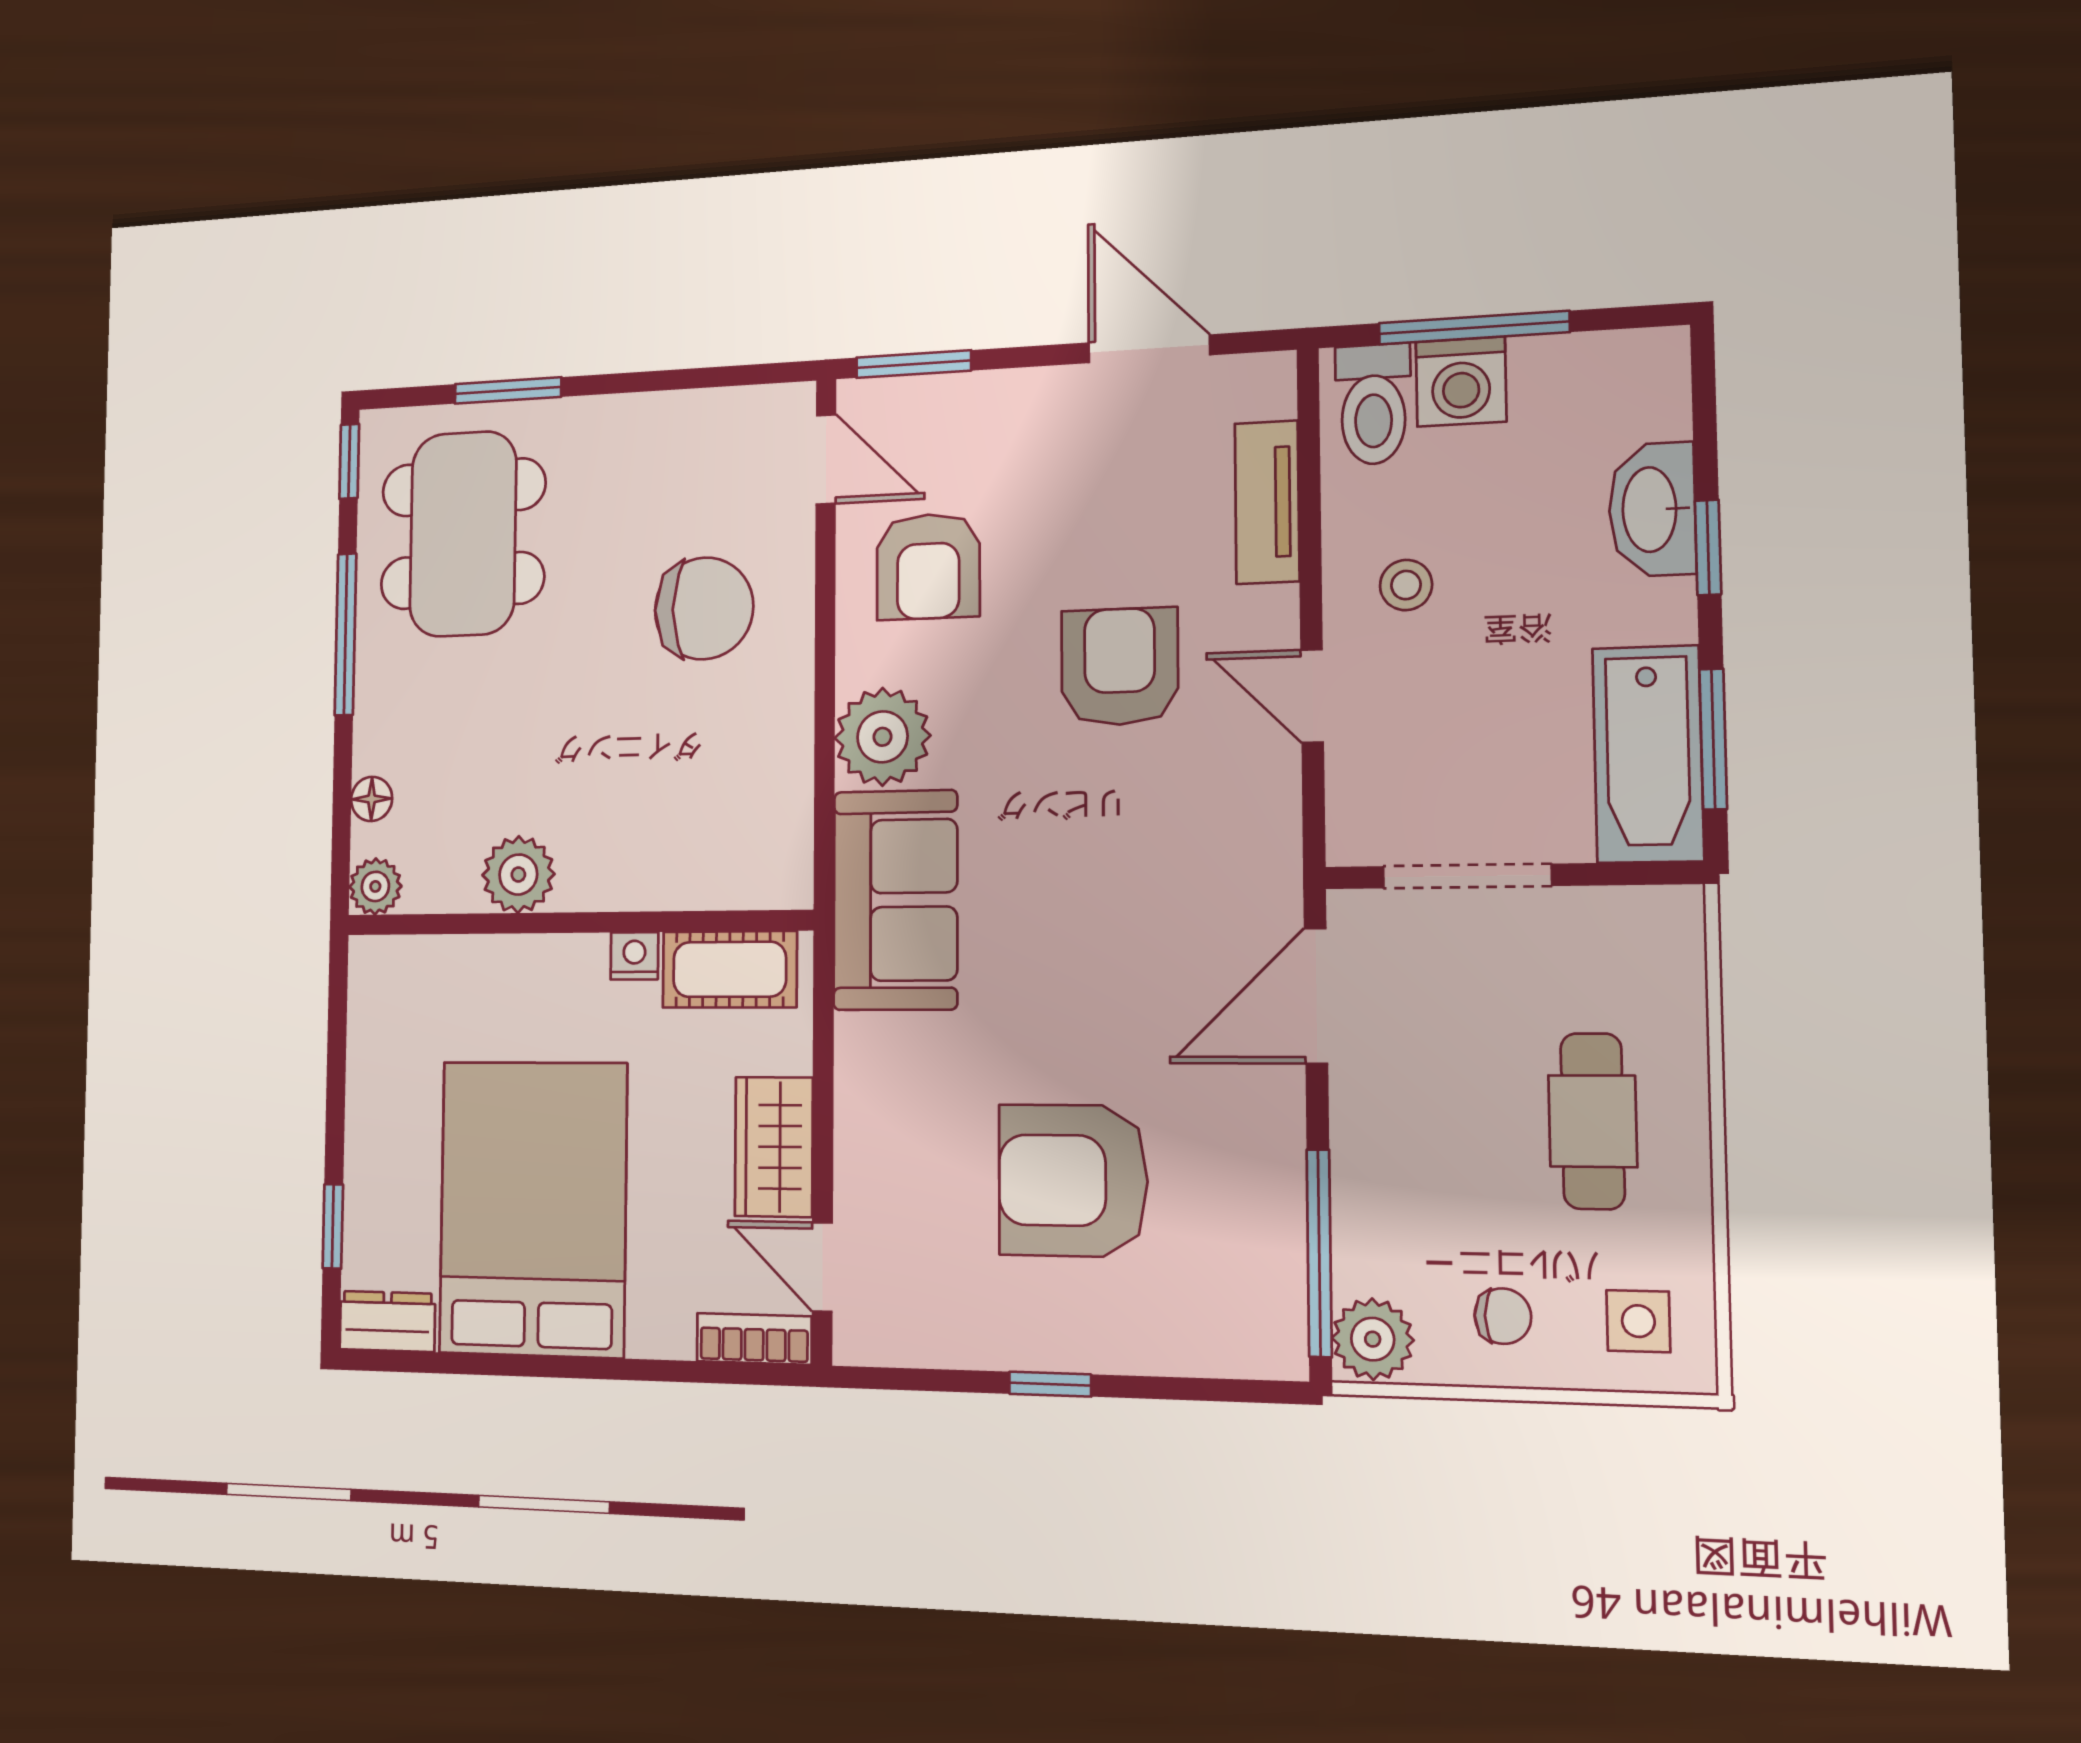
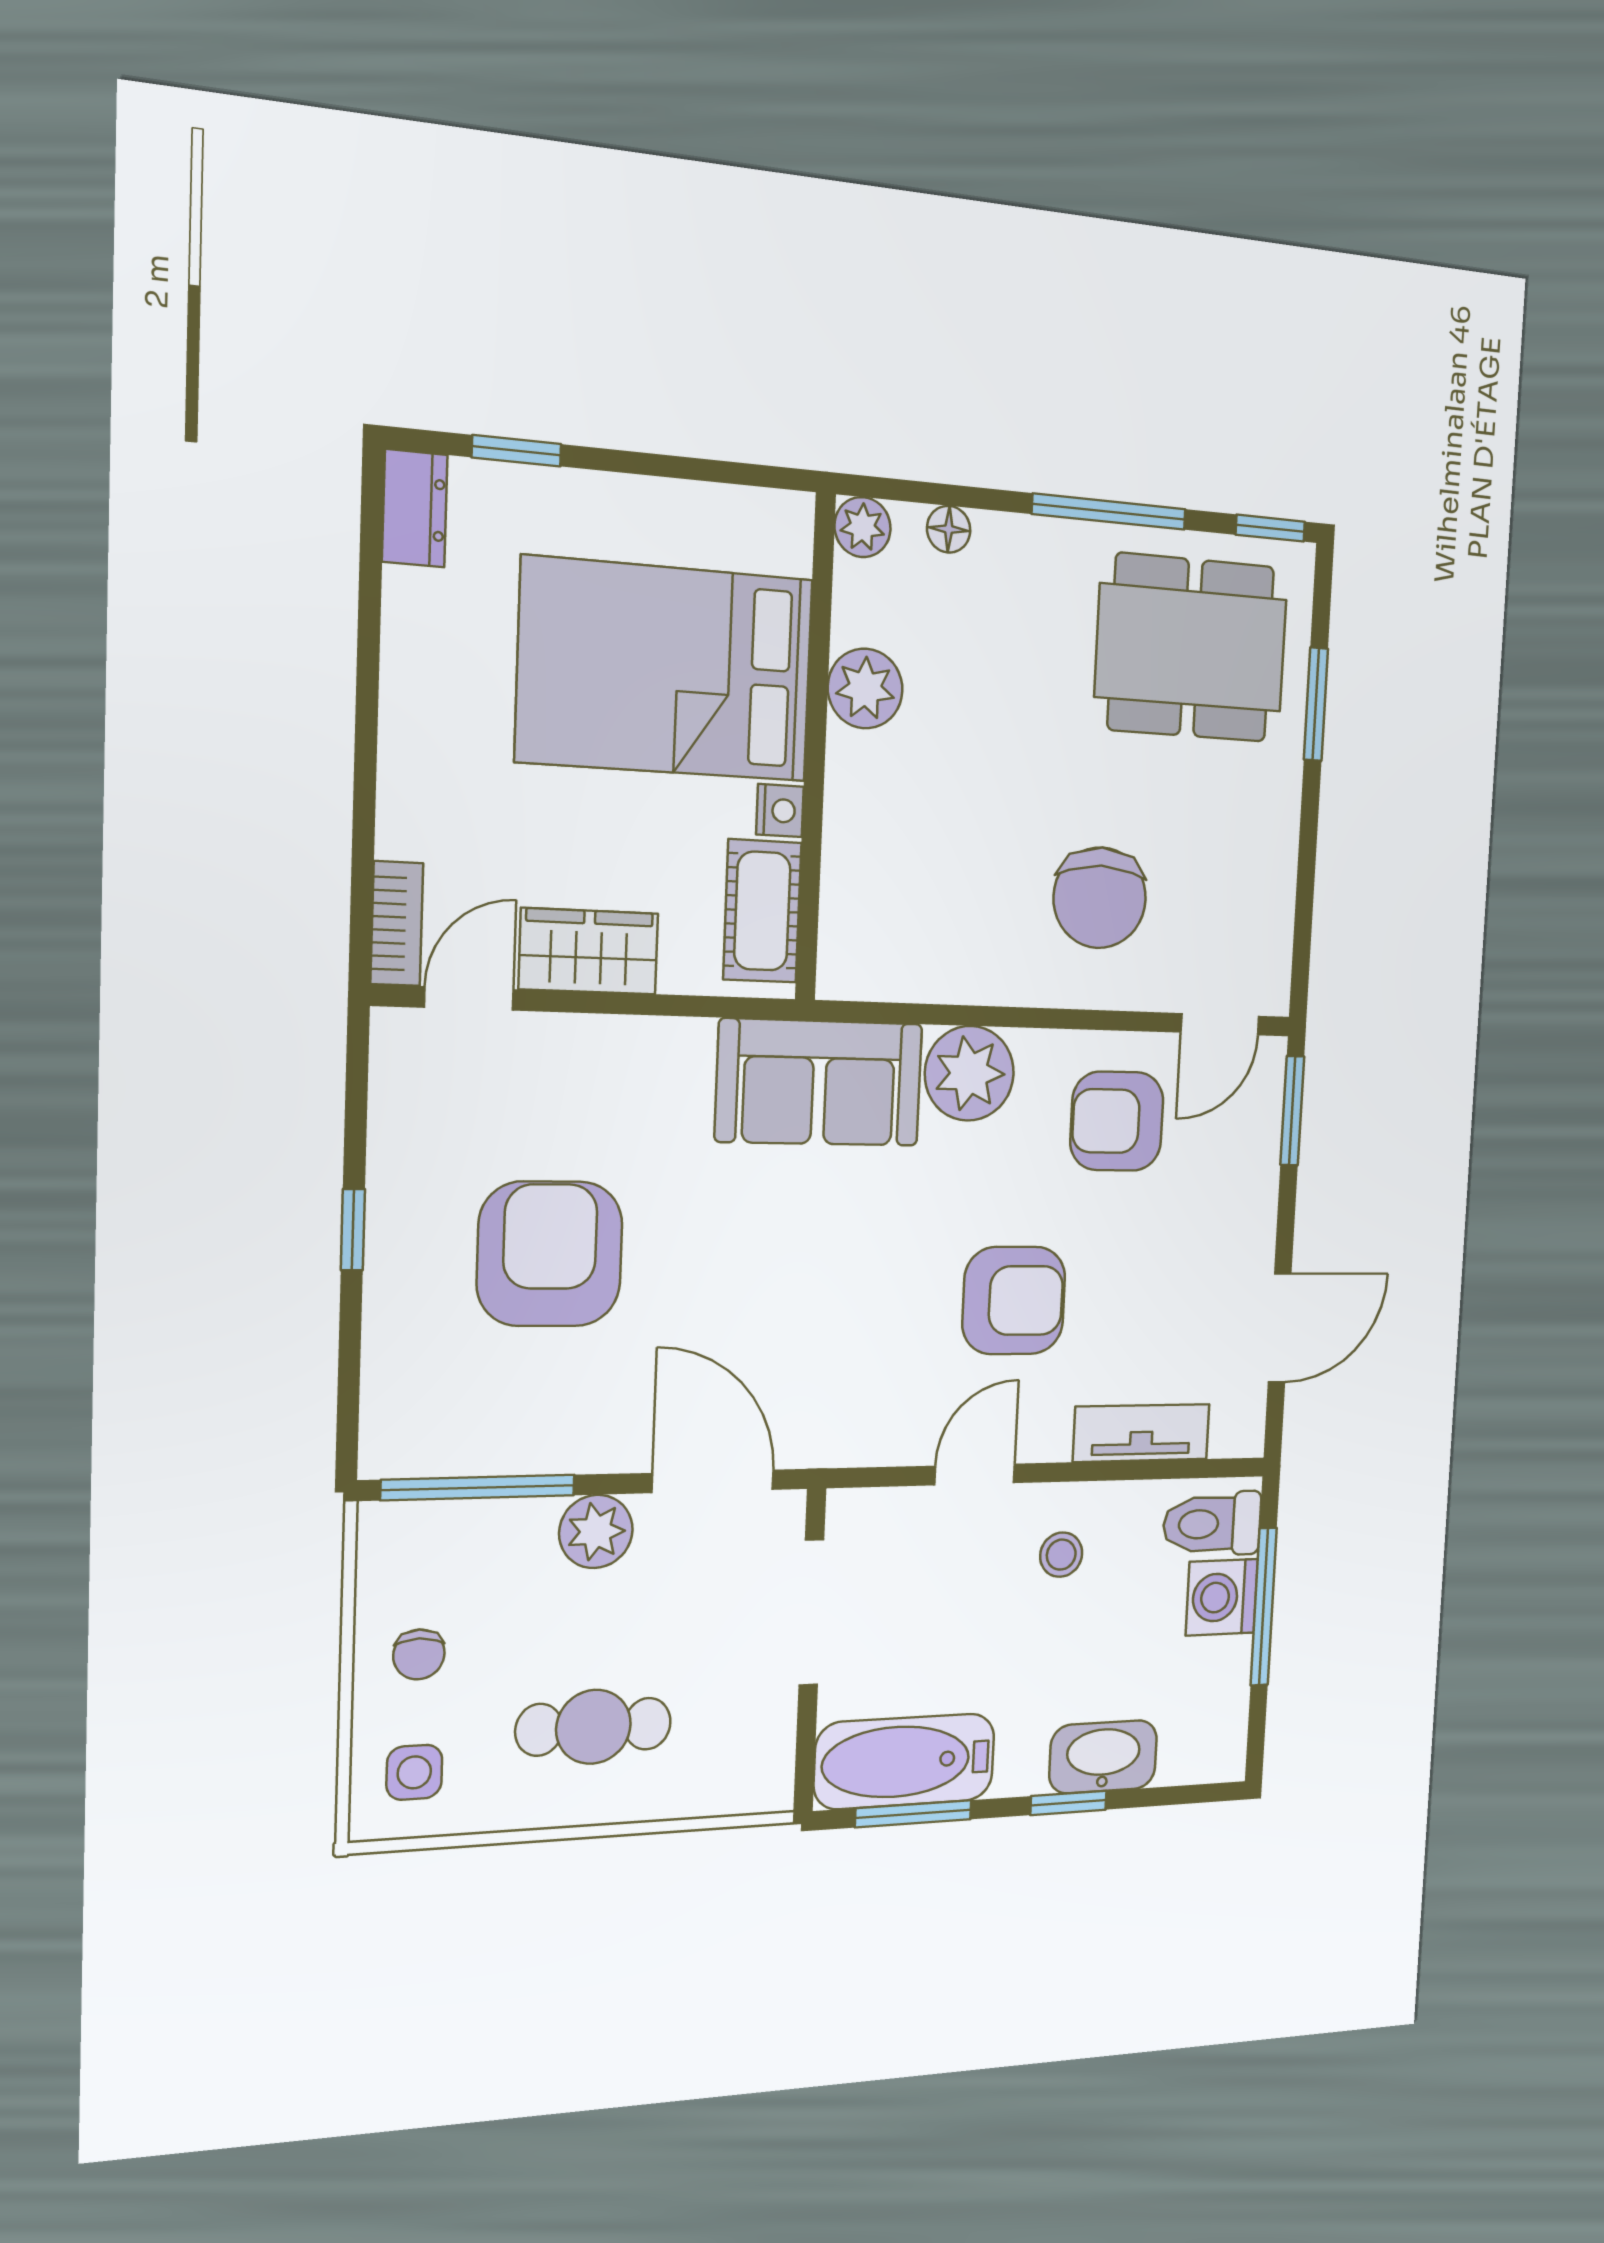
bed: (533, 1208) -> (665, 670), moved, turned 180
plant: (1373, 1339) -> (596, 1531), moved

